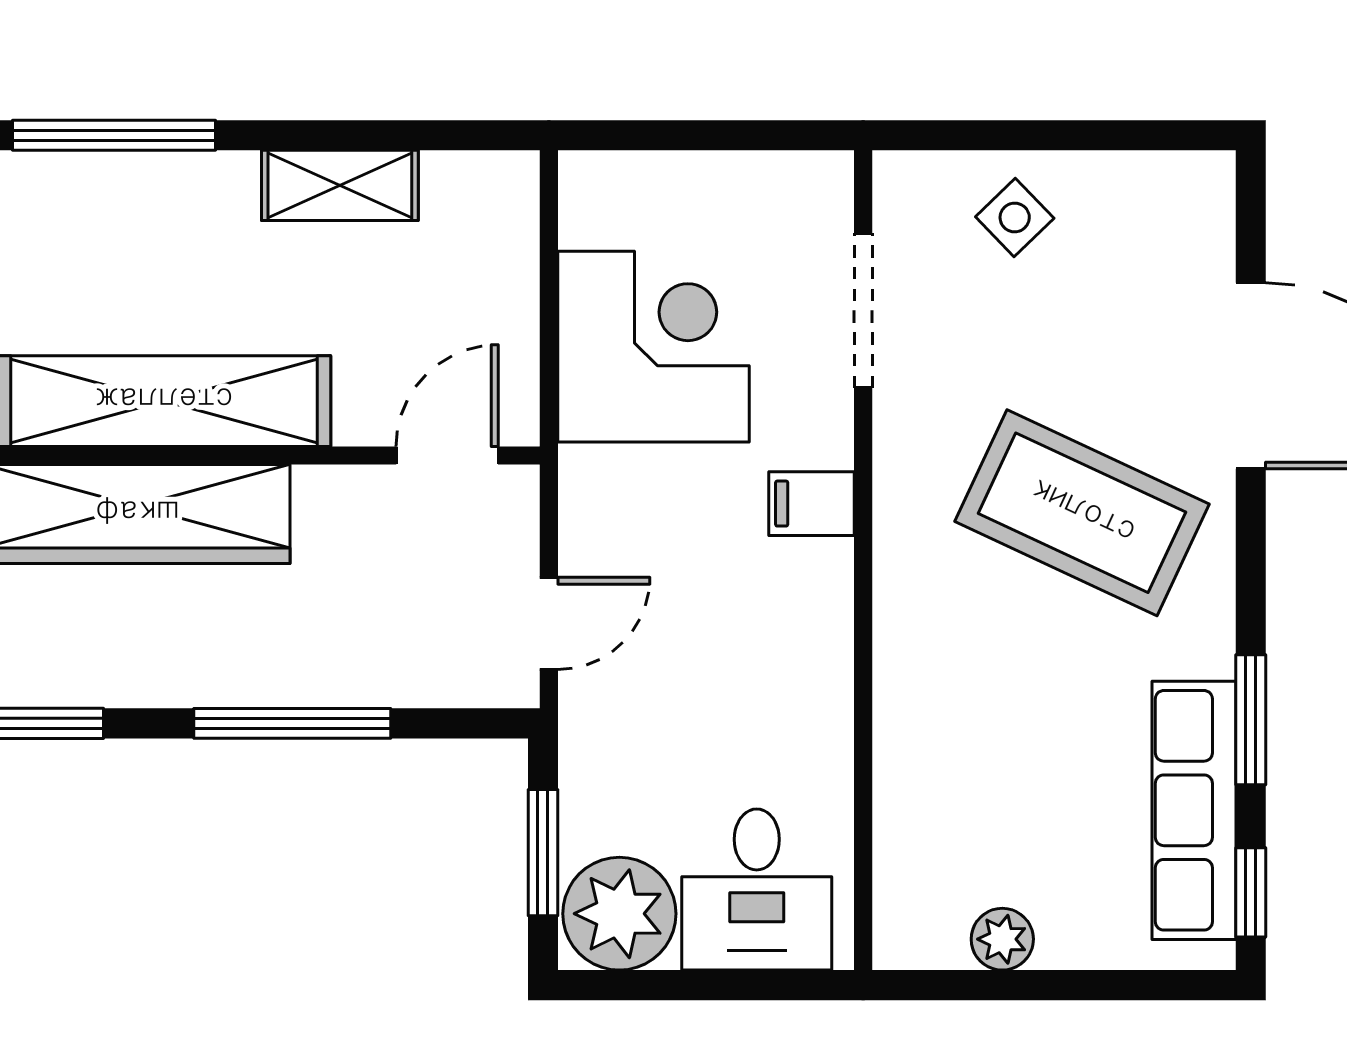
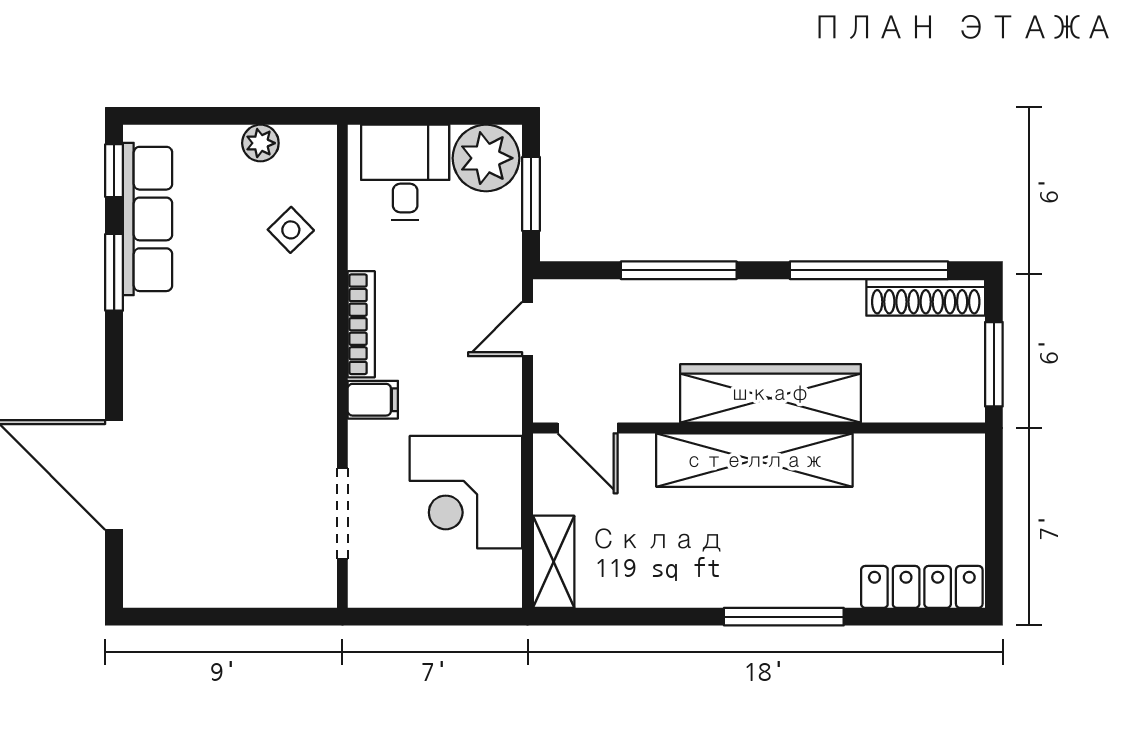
shelving: (340, 185) -> (554, 562), moved, turned 90
side table: (1015, 218) -> (291, 230), moved
door: (447, 455) -> (588, 428), hinge flipped
coffee table: (1082, 513) -> (213, 394), removed
bookcase: (831, 632) -> (361, 324), added

